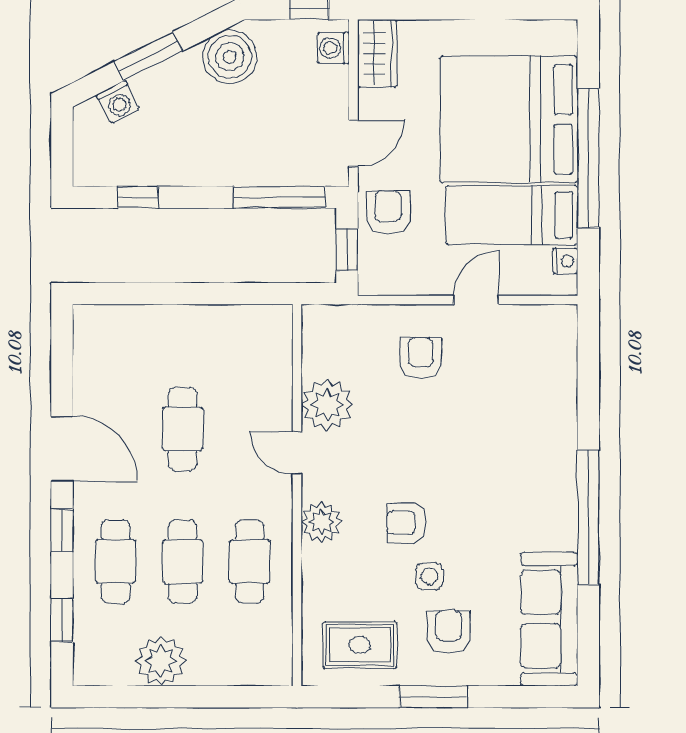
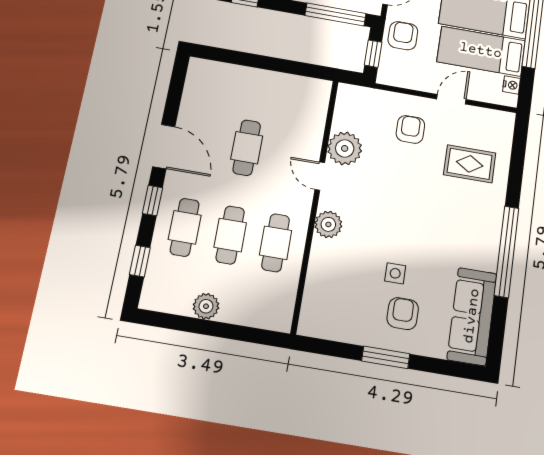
armchair: (407, 523) -> (385, 235), removed
rug: (360, 645) -> (470, 164), moved
plant: (161, 661) -> (206, 306), width x0.73, depth x0.73

